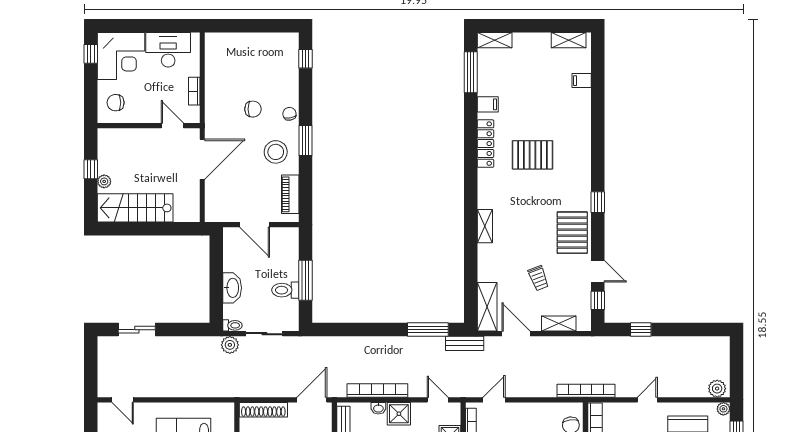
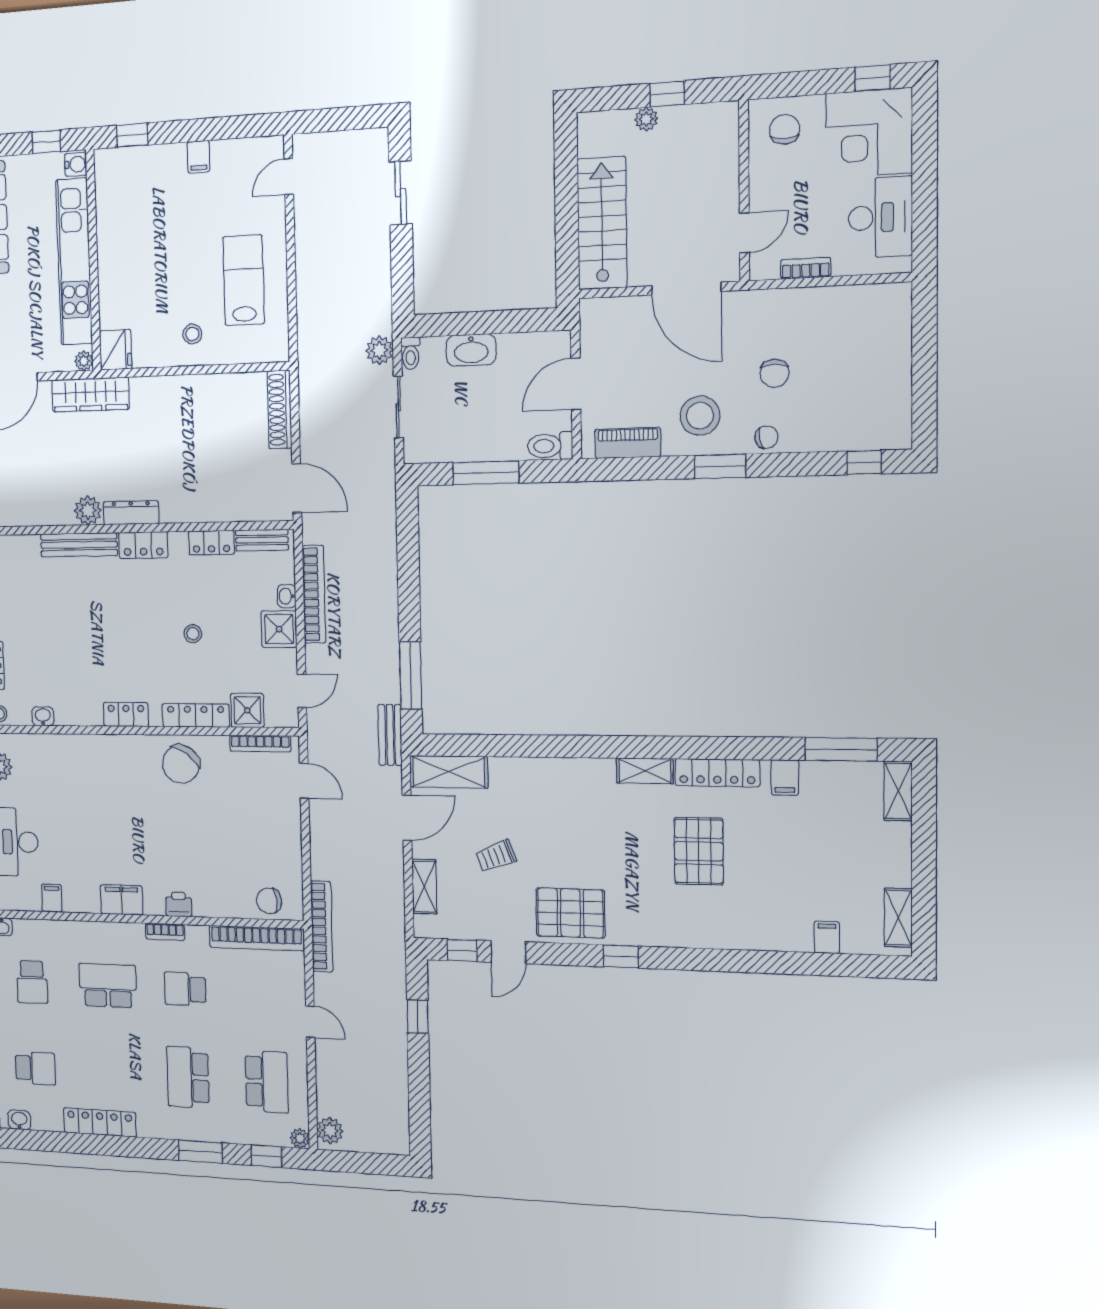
stairs: (135, 208) -> (602, 223), moved
shelving: (485, 226) -> (645, 771), moved
toilet: (285, 290) -> (550, 446), moved, turned -90

